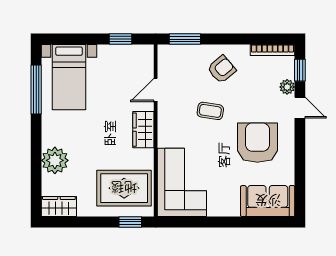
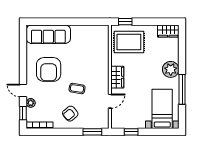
window: (36, 89) -> (182, 89), moved
plant: (55, 160) -> (171, 69), moved
corner sofa: (182, 182) -> (94, 45), removed
sofa: (268, 201) -> (48, 34), width x1.36

